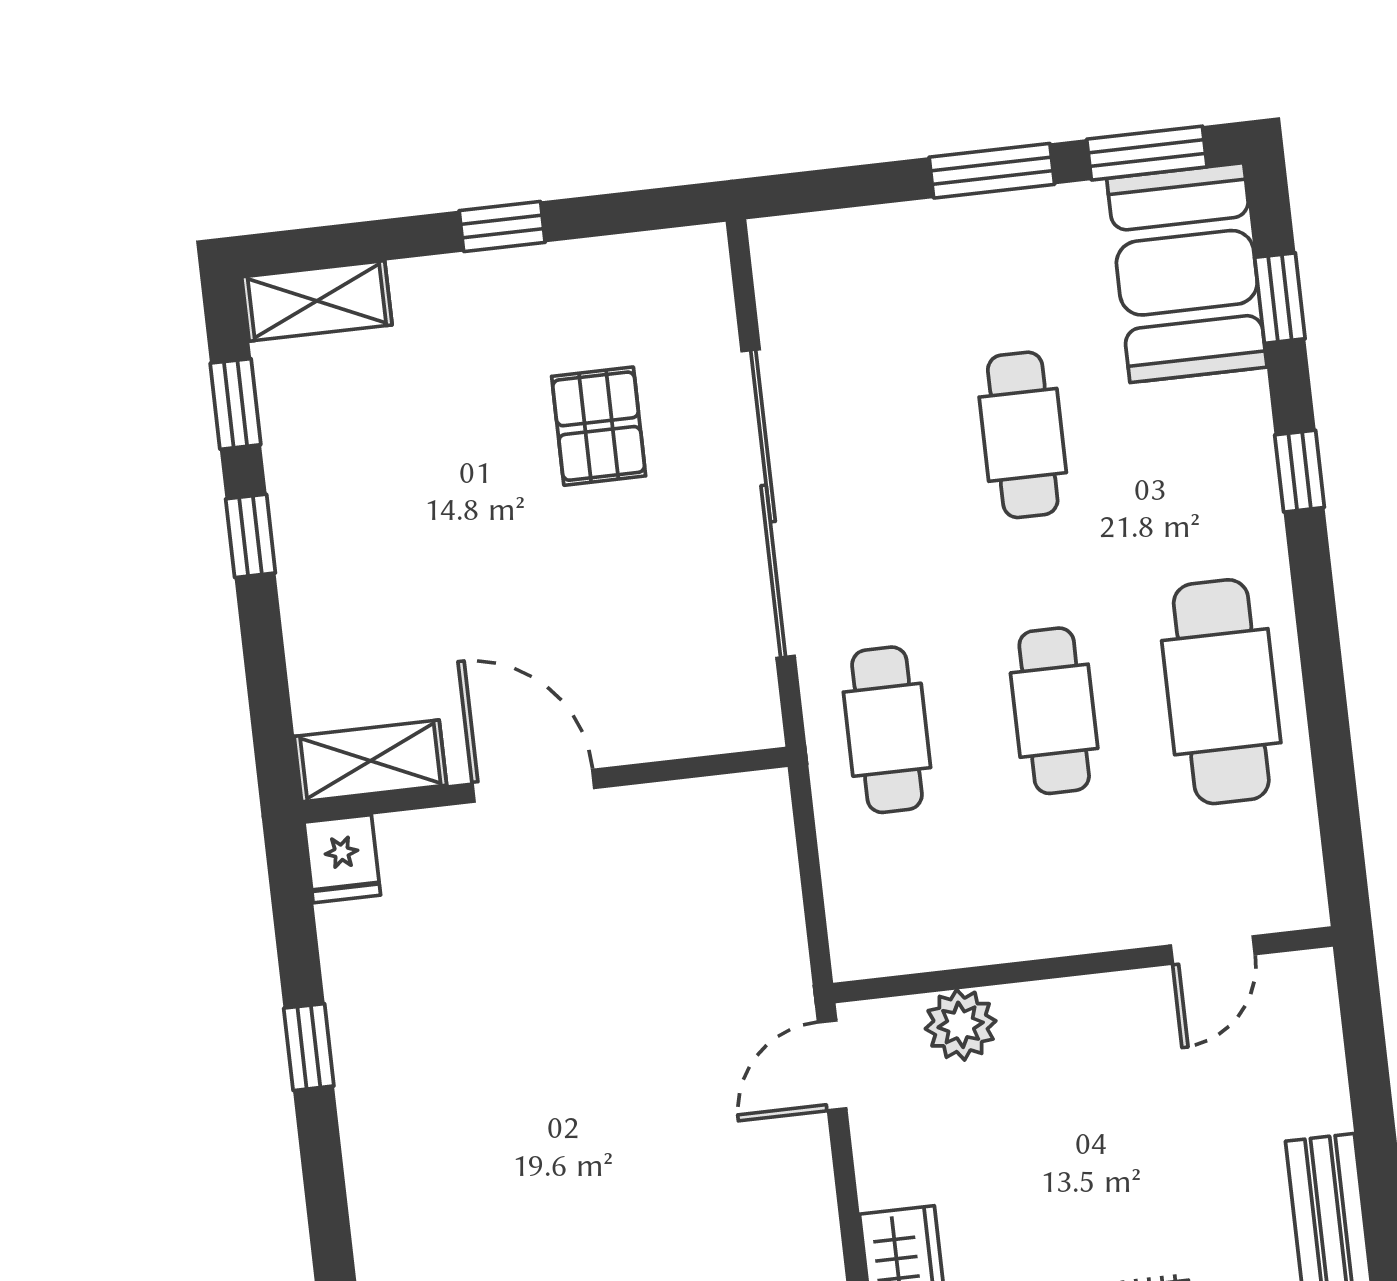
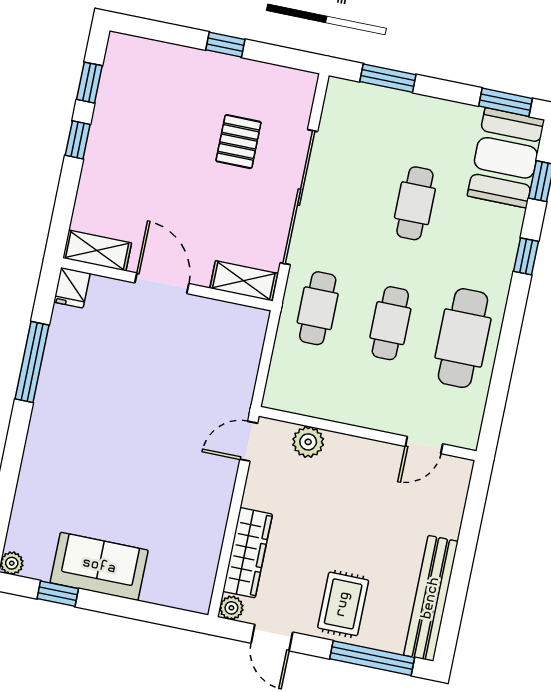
window: (992, 171) -> (388, 78), moved
shelving: (317, 301) -> (244, 281), moved
window: (309, 1047) -> (32, 362), width x2.17

